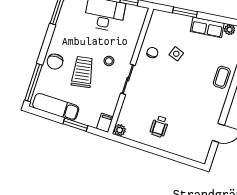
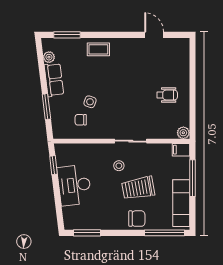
chair: (152, 53) -> (81, 120), moved
window: (75, 125) -> (192, 178), width x1.44

